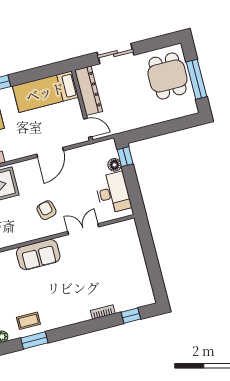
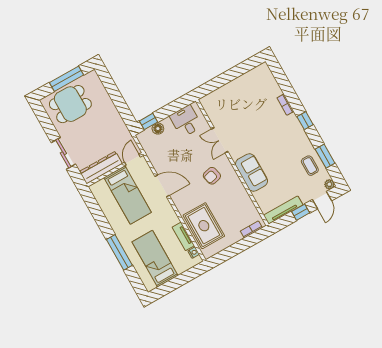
bed: (45, 92) -> (128, 195), moved
desk: (113, 193) -> (186, 121), width x0.73
window: (131, 316) -> (305, 121), moved

